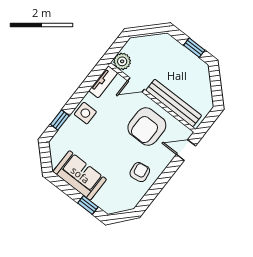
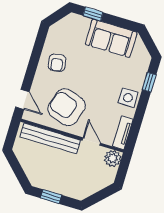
door: (136, 85) -> (91, 142), hinge flipped
armchair: (147, 126) -> (67, 107), turned -72
door: (186, 150) -> (22, 99), hinge flipped

